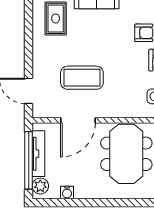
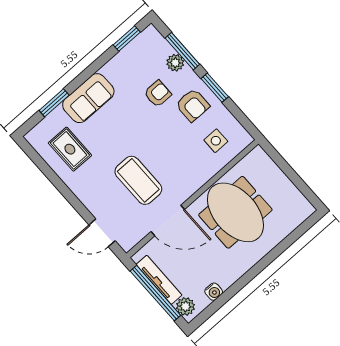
coffee table: (82, 78) -> (138, 180), turned 90
door: (78, 120) -> (168, 221), hinge flipped

